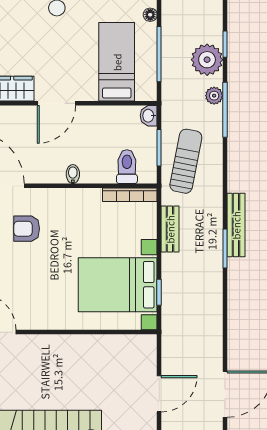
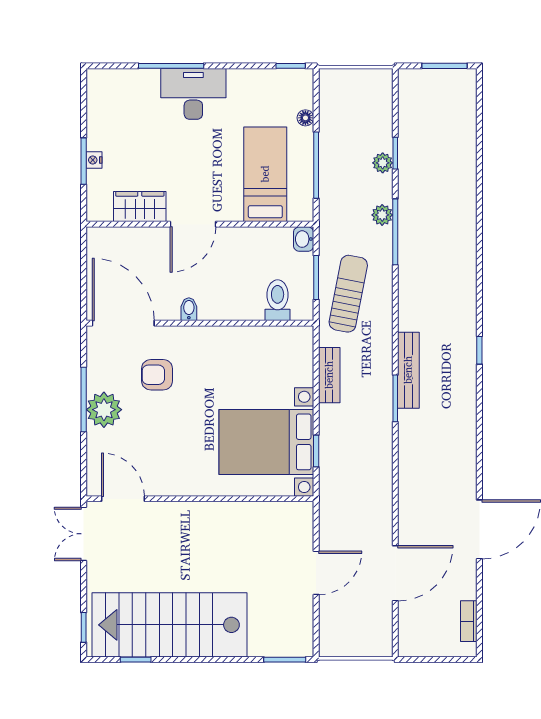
plant: (207, 60) -> (383, 163), width x0.53, depth x0.53
bidet: (73, 174) -> (189, 309), moved
bookcase: (130, 195) -> (281, 334), removed

